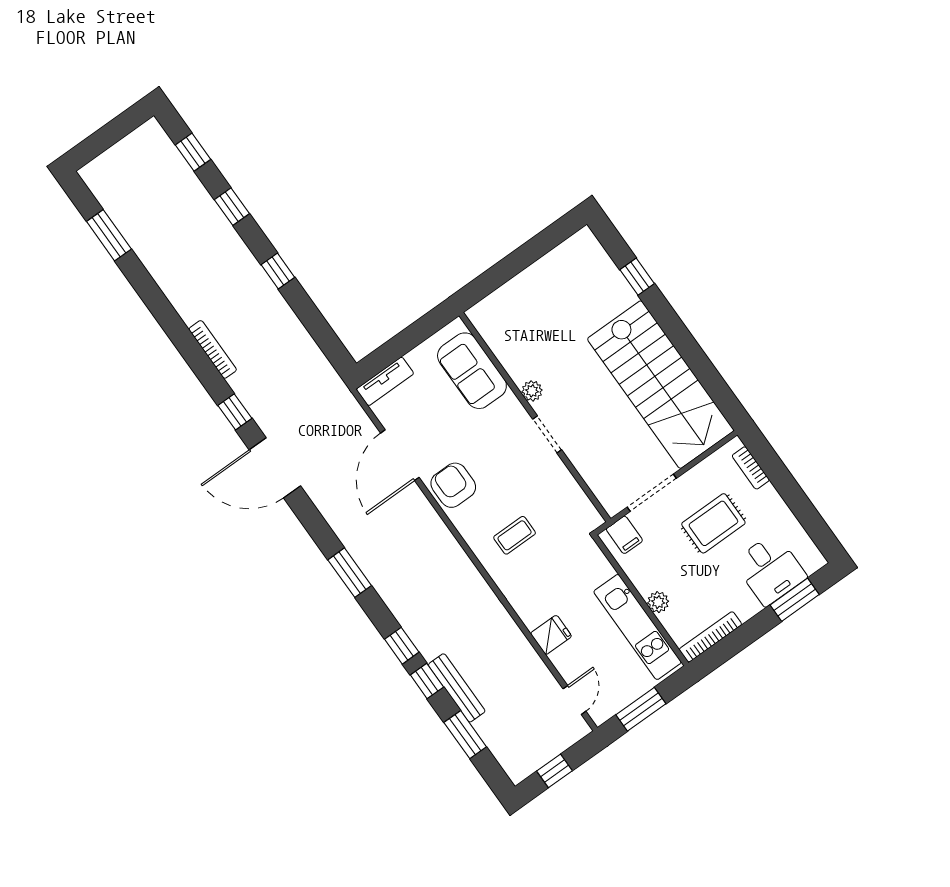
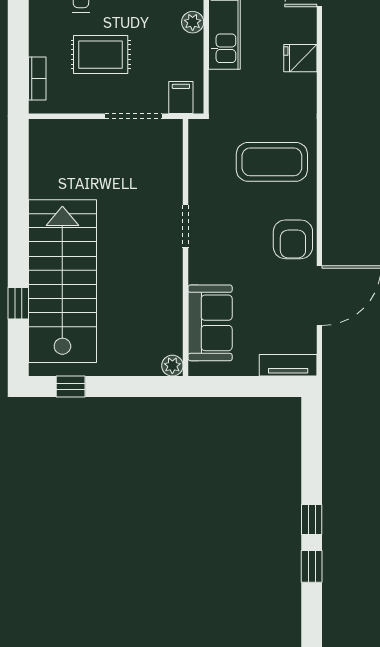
window: (232, 207) -> (312, 566), moved
window: (547, 240) -> (71, 386), added
stairs: (661, 385) -> (62, 281), moved
plant: (532, 391) -> (172, 366), moved
coffee table: (515, 535) -> (272, 162), width x1.86, depth x1.72

